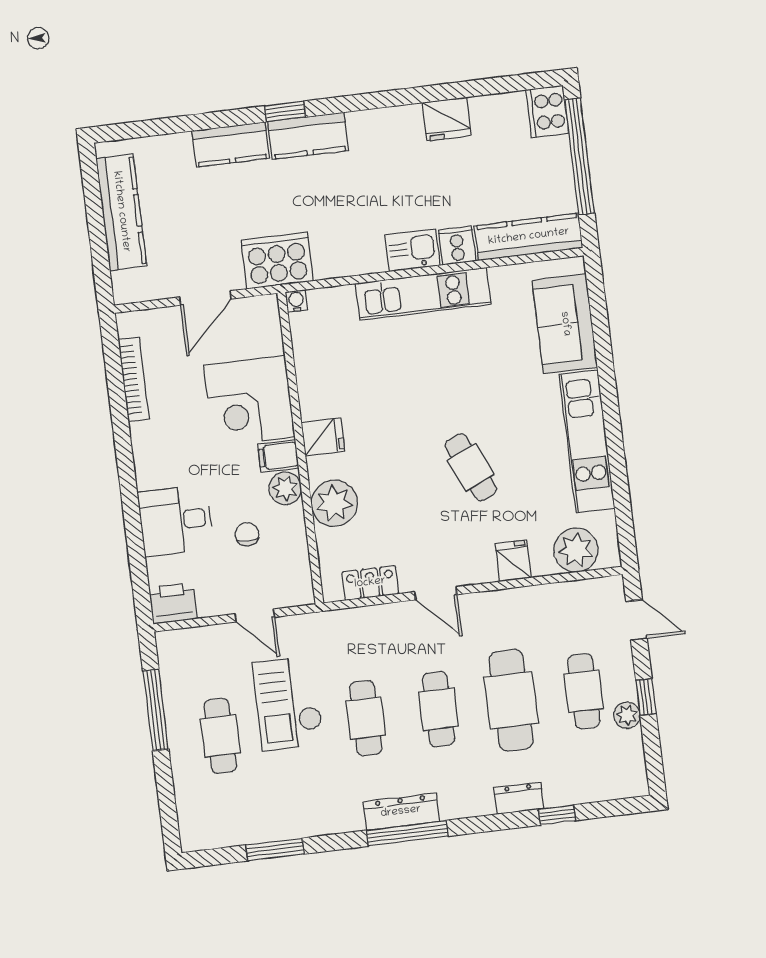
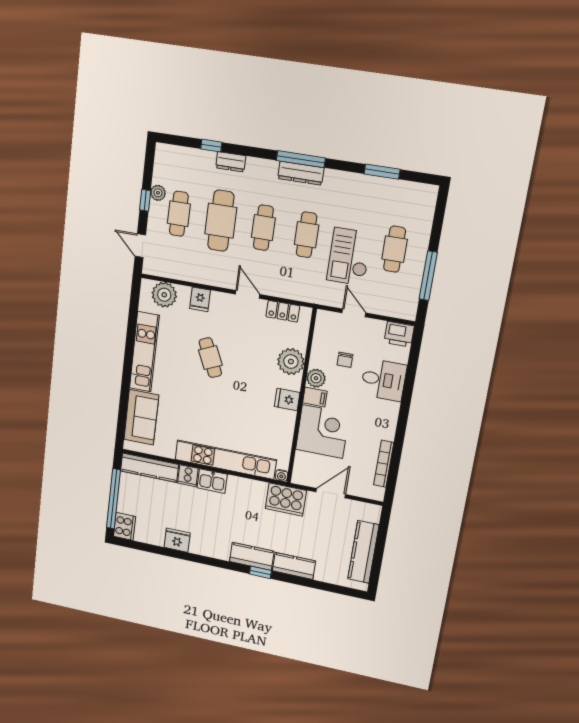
kitchen unit: (423, 294) -> (225, 460), width x1.36
checkout: (288, 703) -> (349, 257), turned 180

